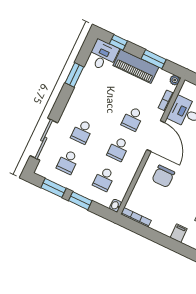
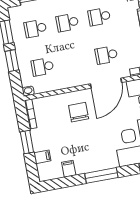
school desk: (118, 149) -> (99, 17), moved
chair: (163, 176) -> (79, 112), turned 90
window: (157, 237) -> (27, 142), added

